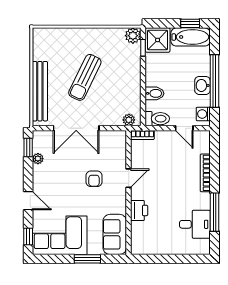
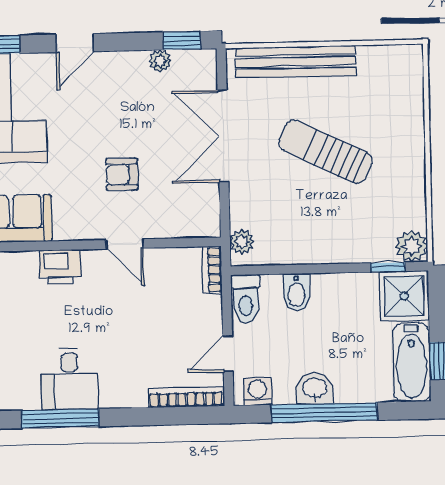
bookcase: (205, 173) -> (186, 397), moved
desk: (195, 224) -> (69, 379), moved

